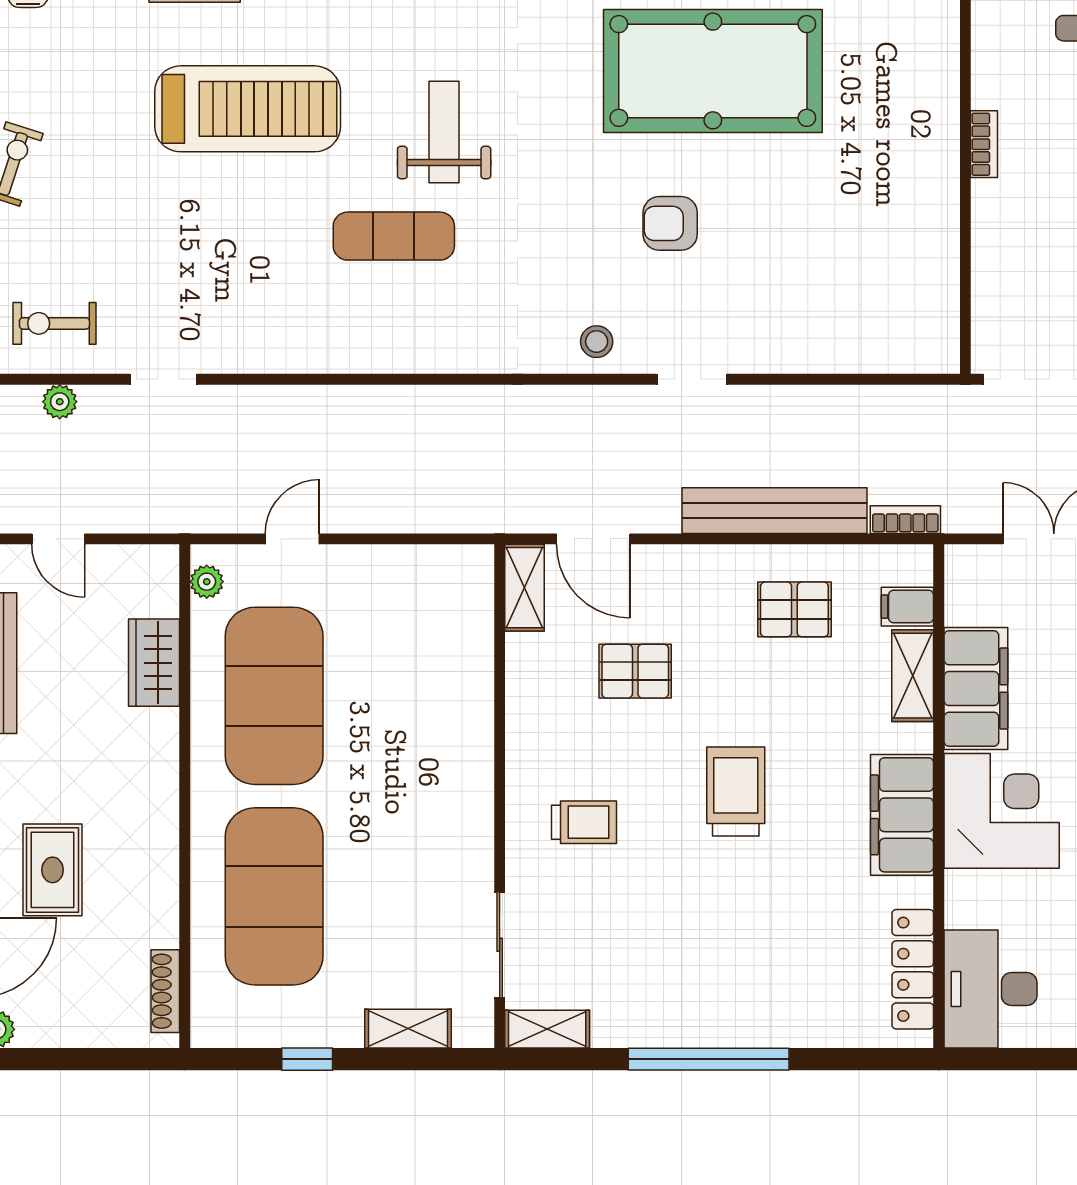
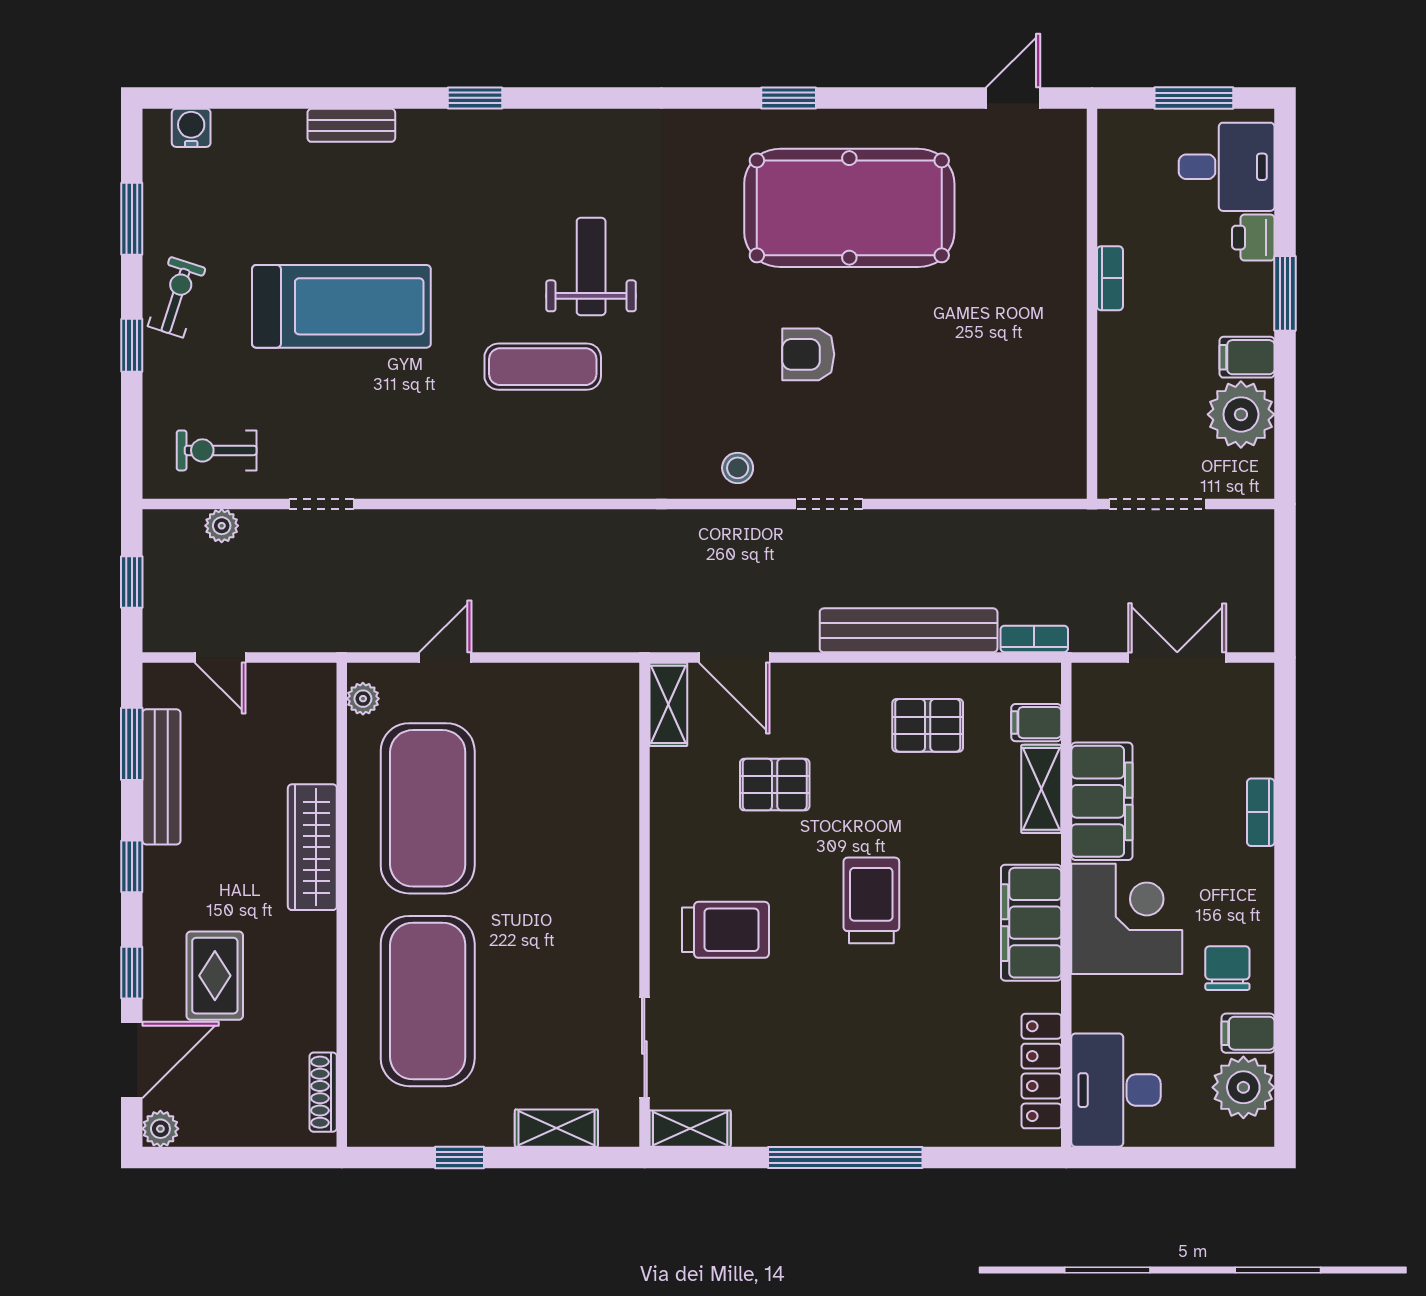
treadmill: (248, 109) -> (341, 306), moved
wardrobe: (154, 663) -> (312, 847), moved, width x1.50
trolley: (584, 822) -> (725, 930), width x1.36, depth x1.39

